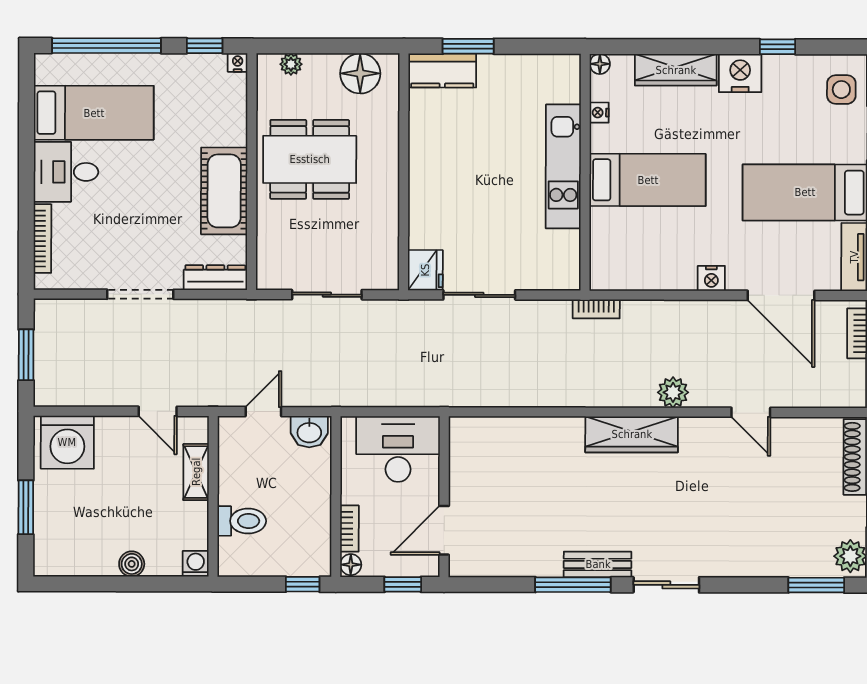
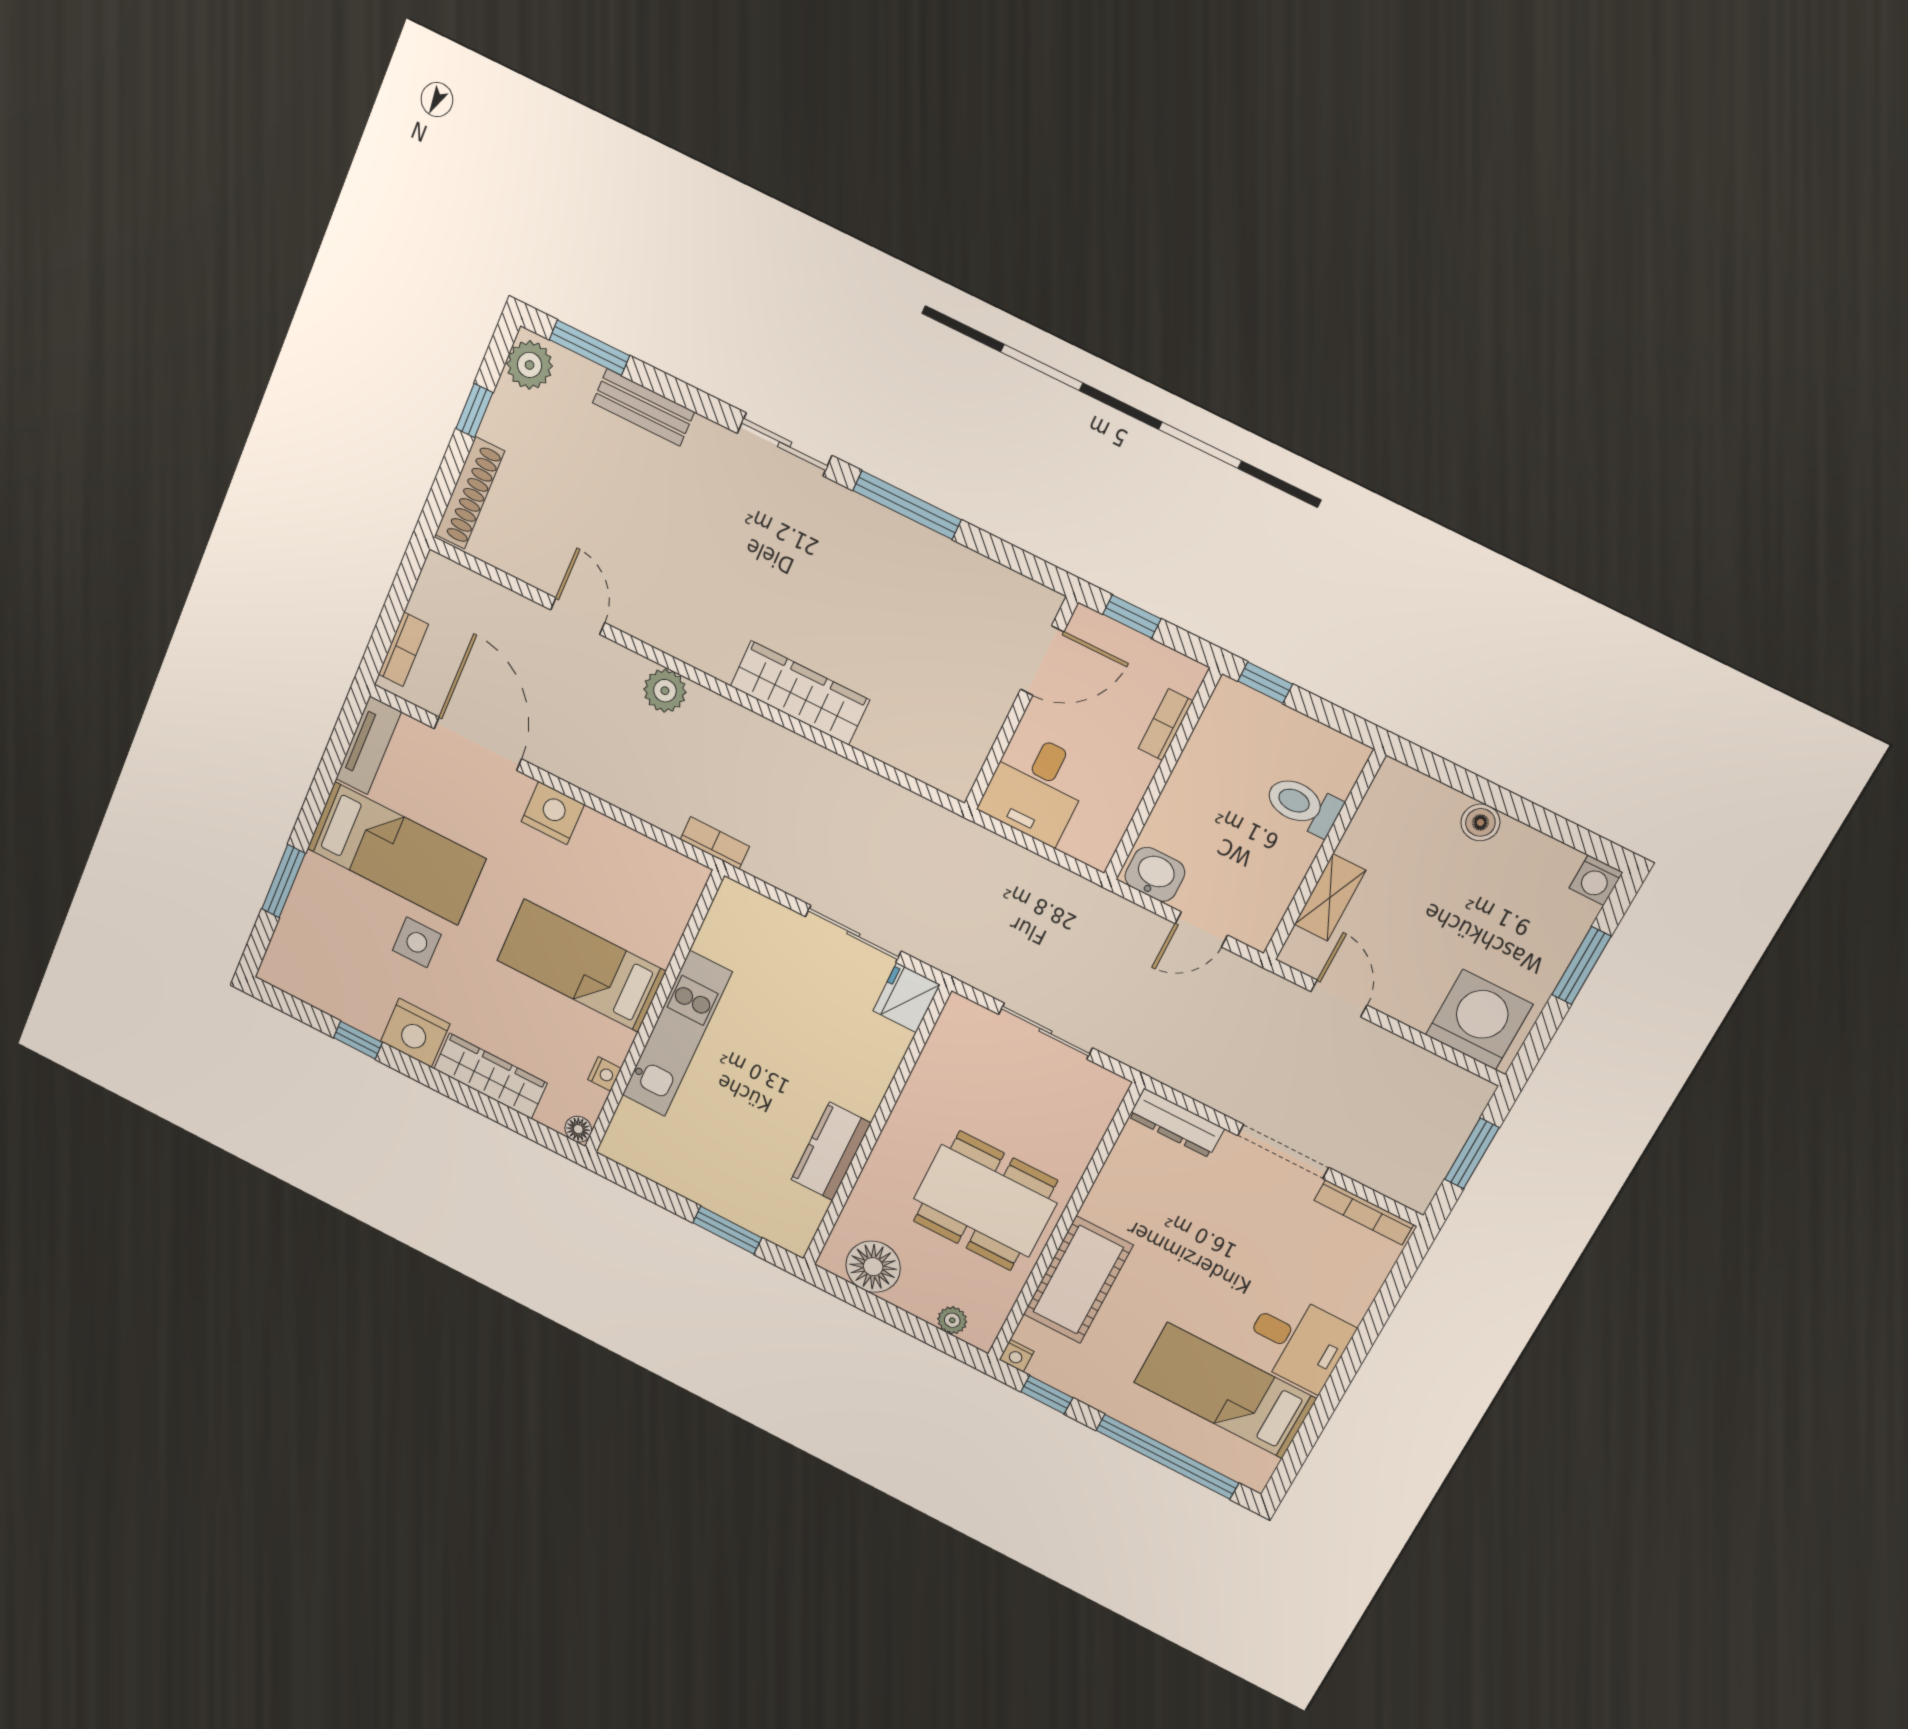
kitchen counter: (442, 70) -> (831, 1151), moved, turned -90
side table: (841, 90) -> (417, 942), moved
cot: (224, 191) -> (1078, 1280), moved
bookcase: (42, 239) -> (1364, 1212), moved, turned -90
nightstand: (711, 278) -> (553, 813), width x1.36, depth x1.33
wardrobe: (632, 434) -> (800, 693), moved
desk: (398, 449) -> (1036, 788), width x0.73
washing machine: (196, 564) -> (1596, 880), moved
bench: (598, 564) -> (643, 407), moved
floor lamp: (351, 565) -> (1188, 677), removed

